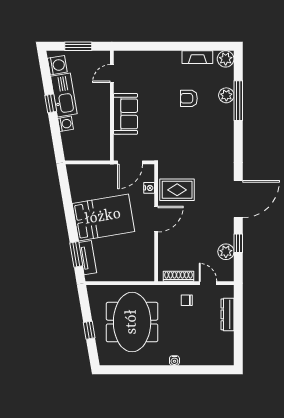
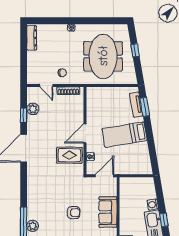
armchair: (189, 98) -> (74, 213), moved
bed: (103, 217) -> (124, 135), width x0.67
dresser: (227, 314) -> (32, 38), moved

